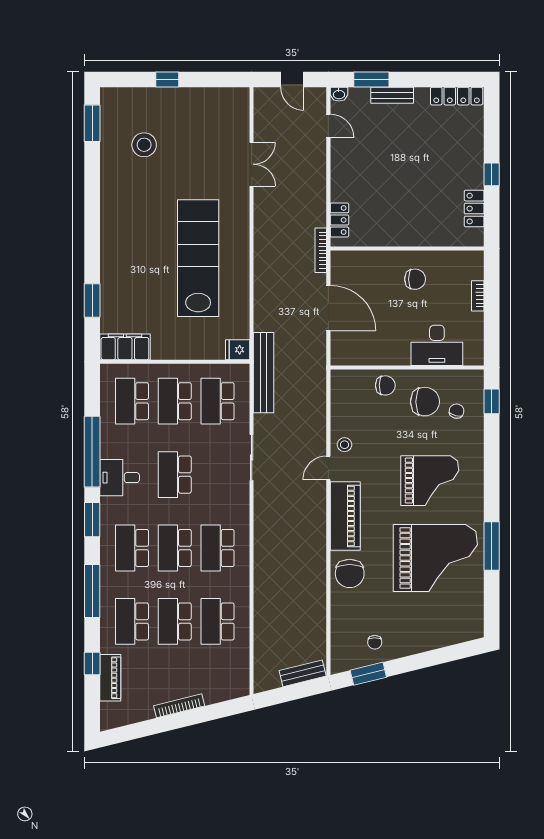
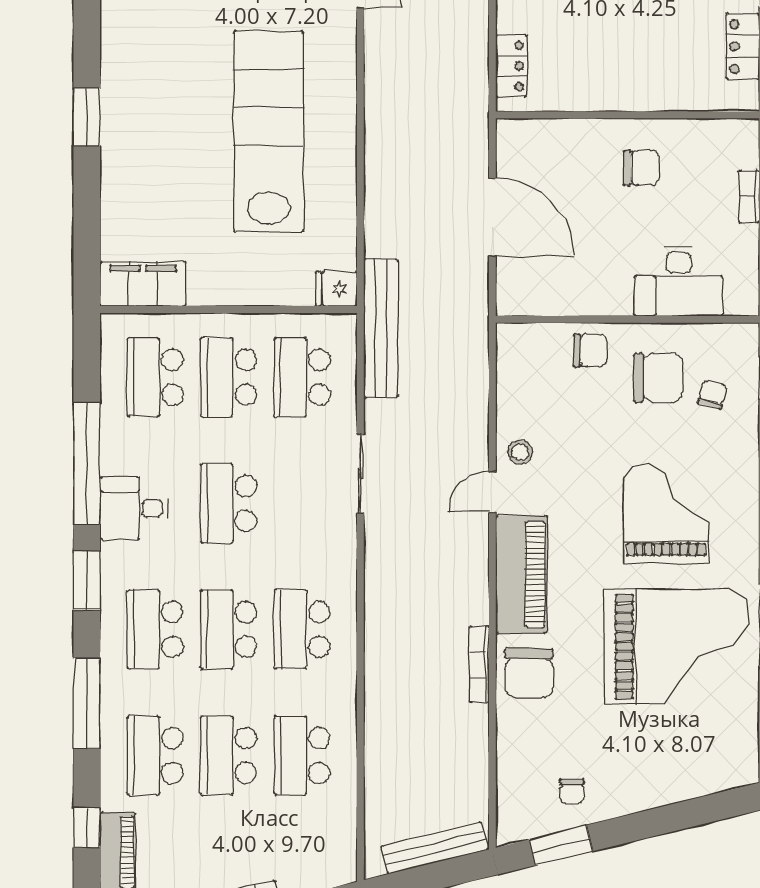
bookcase: (321, 250) -> (479, 665), moved
window: (92, 301) -> (87, 117), moved
grand piano: (430, 481) -> (666, 514), turned -90
bench: (303, 673) -> (435, 848), width x1.36

